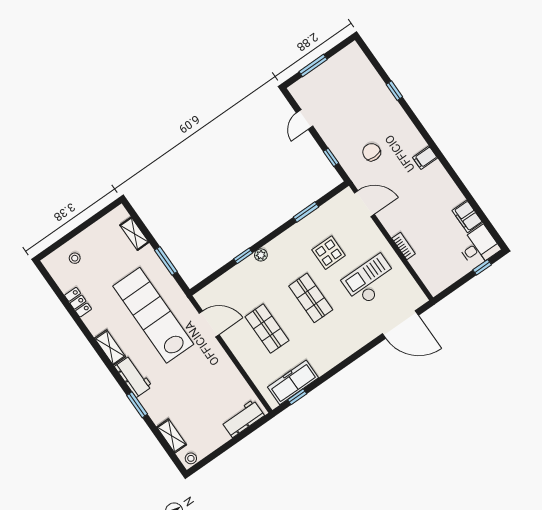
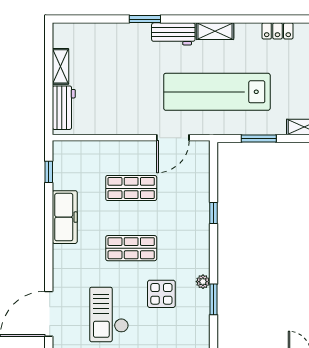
plant: (261, 255) -> (203, 282), moved
checkout: (370, 280) -> (109, 314), turned 180
lab bench: (153, 315) -> (217, 92), turned 180
freezer: (293, 382) -> (65, 217), moved
shelving: (172, 436) -> (60, 66), moved, turned 90
stool: (191, 458) -> (61, 34), removed

